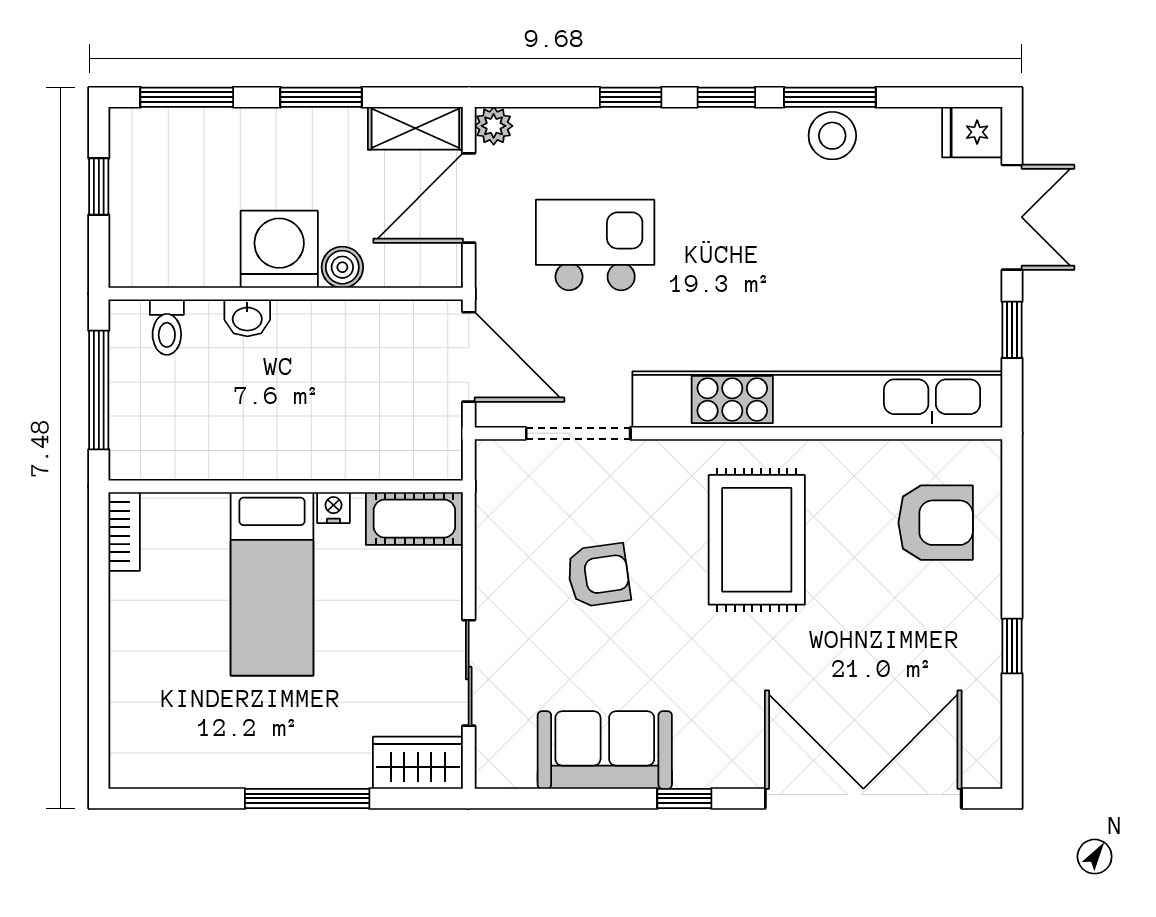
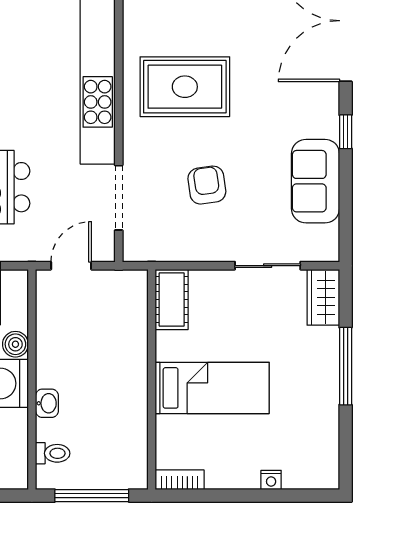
door: (469, 357) -> (71, 266), width x0.73
nightstand: (333, 508) -> (271, 480), moved, turned -90

